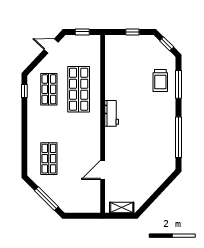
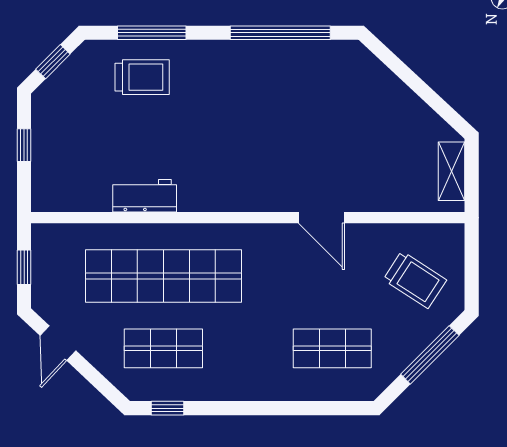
shop shelf: (79, 89) -> (163, 276), width x1.40
workbench: (112, 113) -> (145, 196), moved
door: (103, 170) -> (321, 218), moved
trolley: (77, 193) -> (415, 280), added

